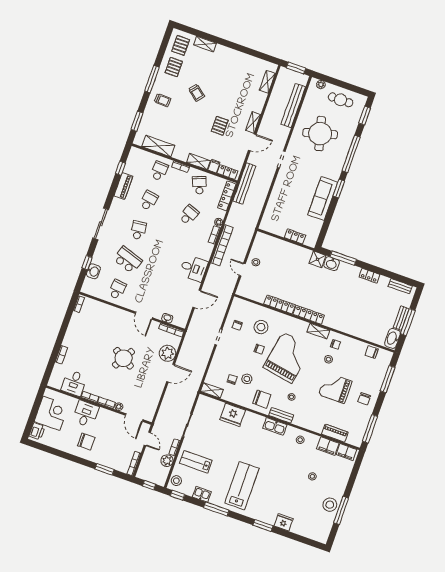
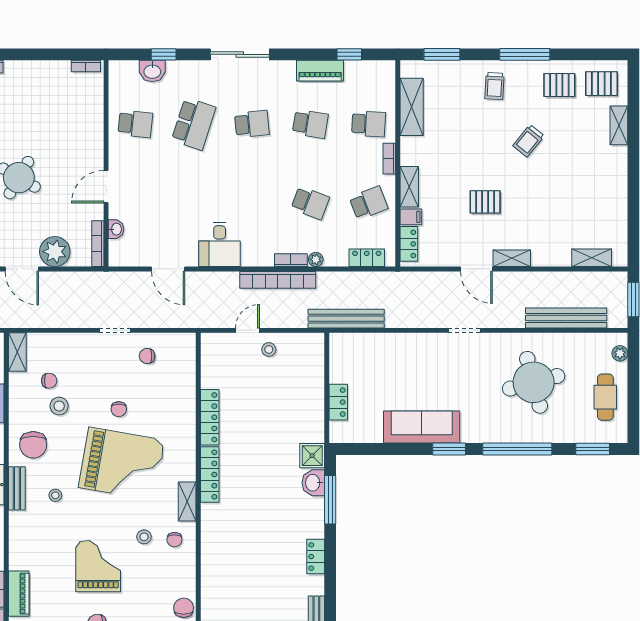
bench: (244, 183) -> (346, 319), moved
locker: (227, 196) -> (367, 258), width x0.66
stool: (261, 327) -> (159, 399), removed

